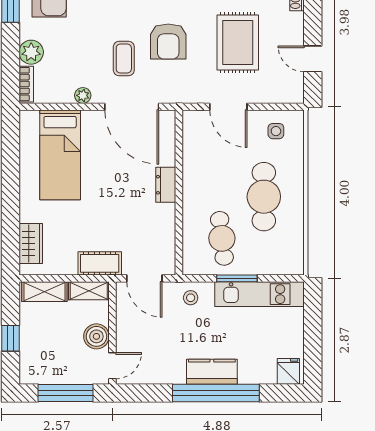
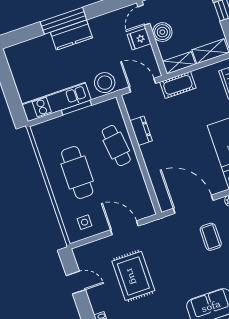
armchair: (168, 41) -> (183, 260), removed
dresser: (166, 185) -> (141, 131), moved
cafe table: (222, 238) -> (116, 146), moved
stool: (191, 298) -> (105, 83), width x1.89, depth x1.89
fridge: (288, 371) -> (139, 39), moved, turned 90
window: (216, 393) -> (63, 21), width x0.68

